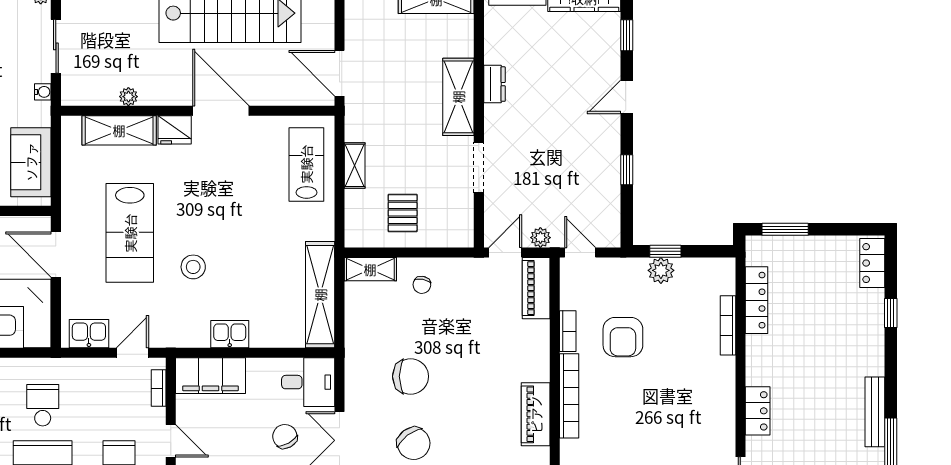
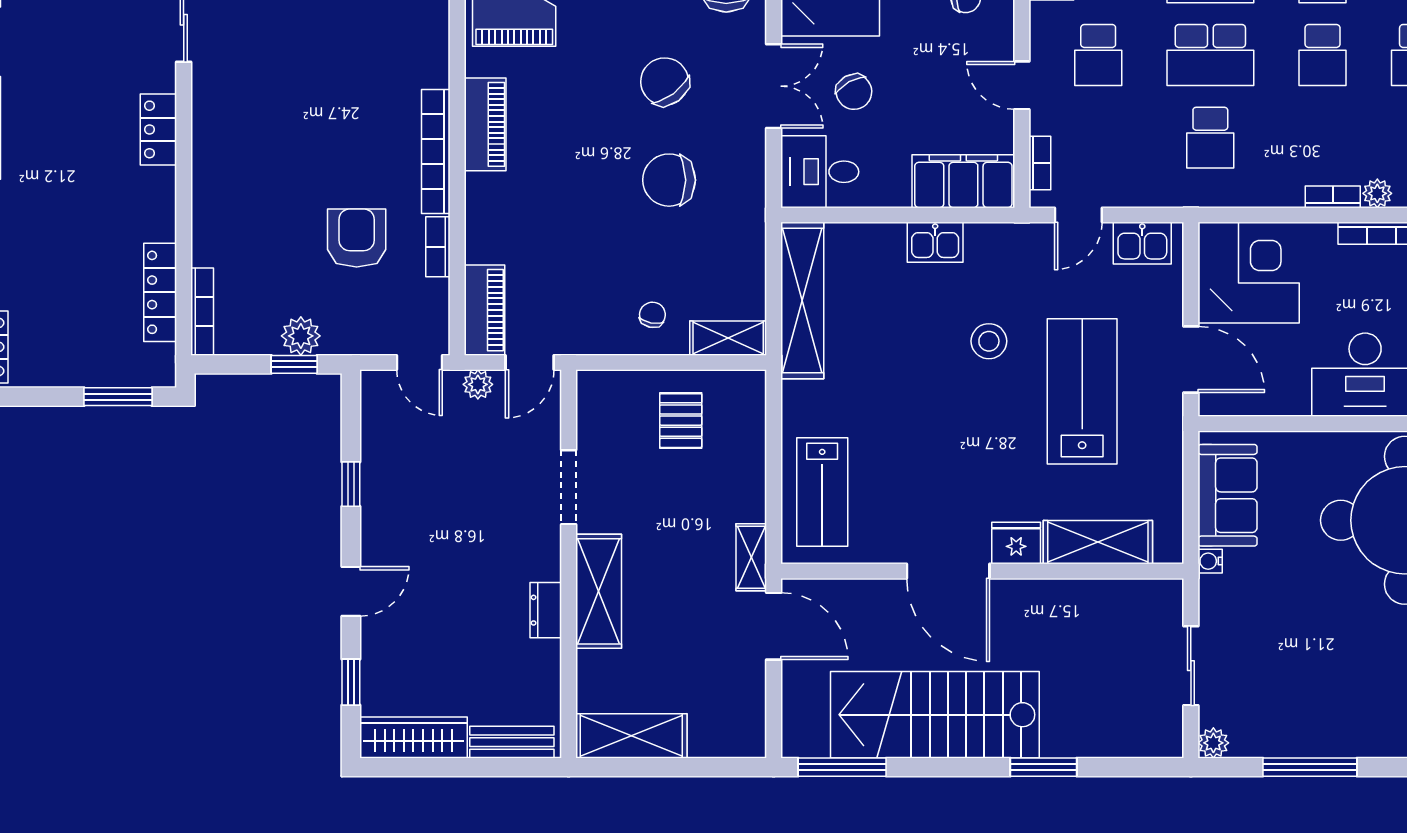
water cooler: (43, 92) -> (1210, 561), moved
plant: (128, 97) -> (1084, 592), removed
shelving: (355, 165) -> (751, 557), moved
bookcase: (728, 325) -> (202, 312), moved

